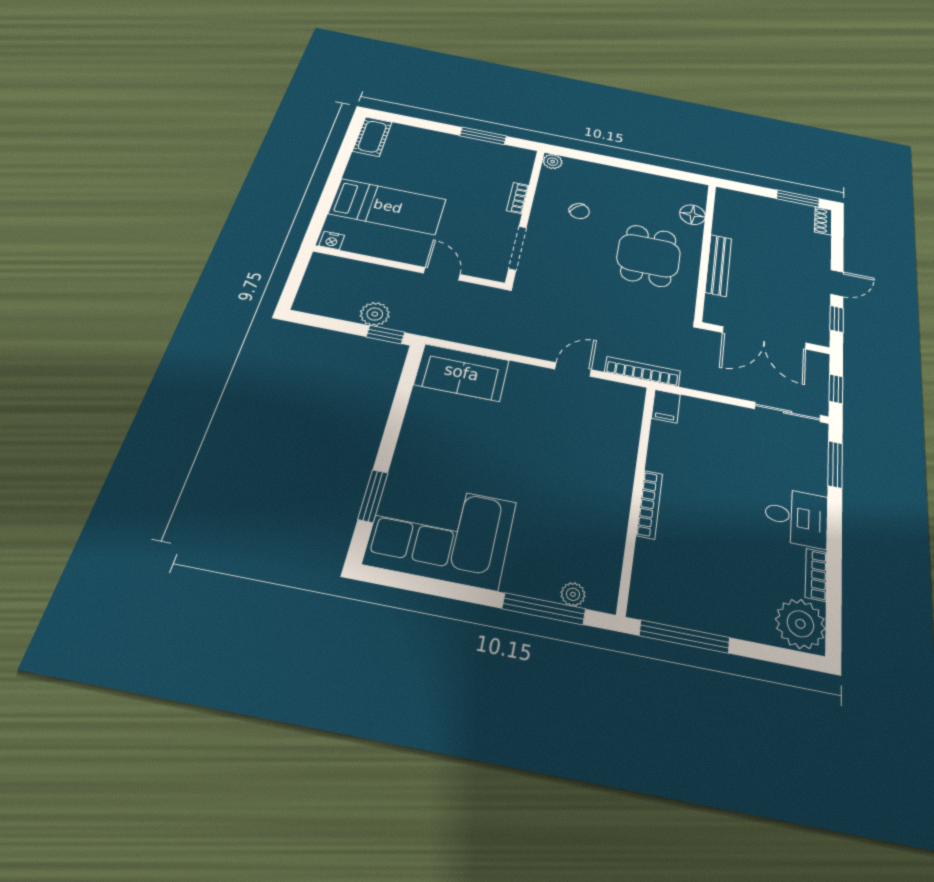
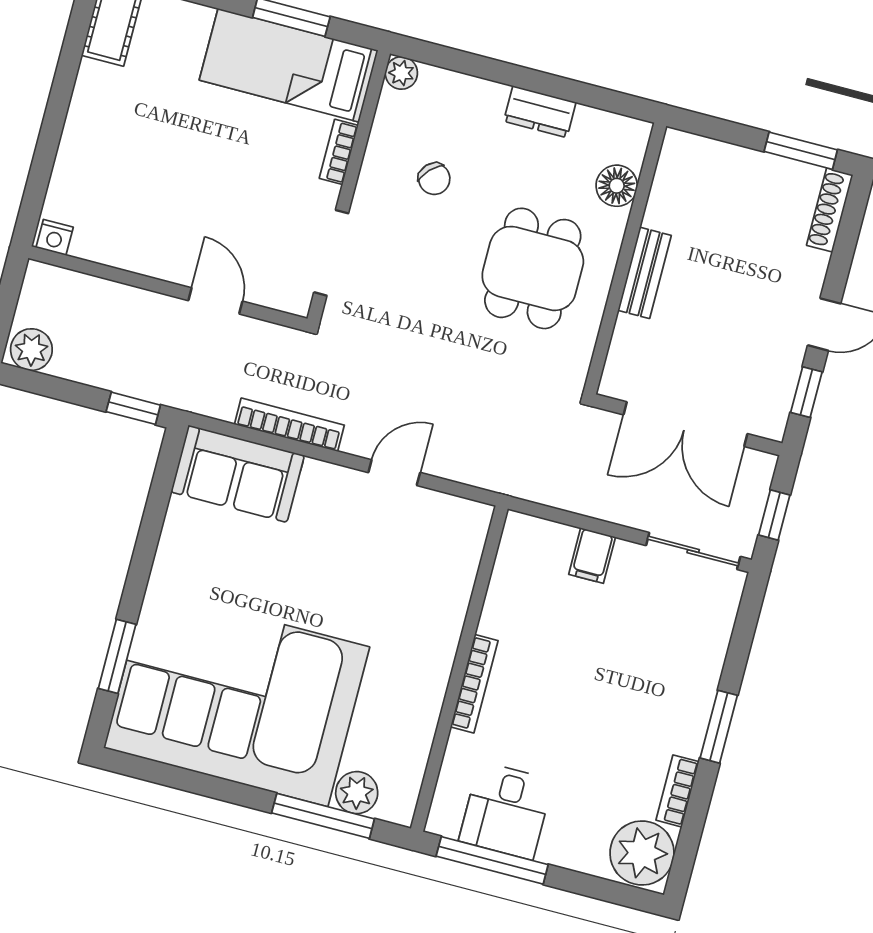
dresser: (639, 180) -> (540, 112), added
bed: (388, 206) -> (289, 65), moved, turned 180
shoe rack: (823, 221) -> (830, 210), width x1.43
bench: (718, 265) -> (645, 273), width x0.73
plant: (375, 314) -> (31, 350), moved
bookcase: (643, 371) -> (289, 425), moved
filing cabinet: (666, 406) -> (592, 556), moved
window: (835, 464) -> (719, 727), moved
desk: (796, 517) -> (506, 811), moved, turned 90
corner sofa: (441, 533) -> (237, 697), width x1.36, depth x1.36
plant: (573, 594) -> (357, 793), width x1.38, depth x1.38

